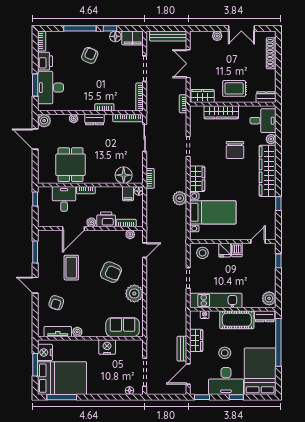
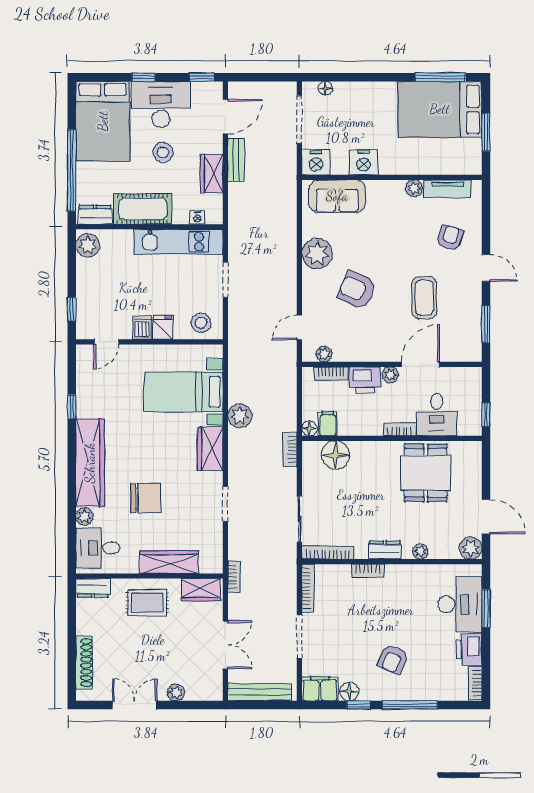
chair: (235, 150) -> (146, 498), turned 90
nightstand: (45, 352) -> (316, 162), moved, turned 90

